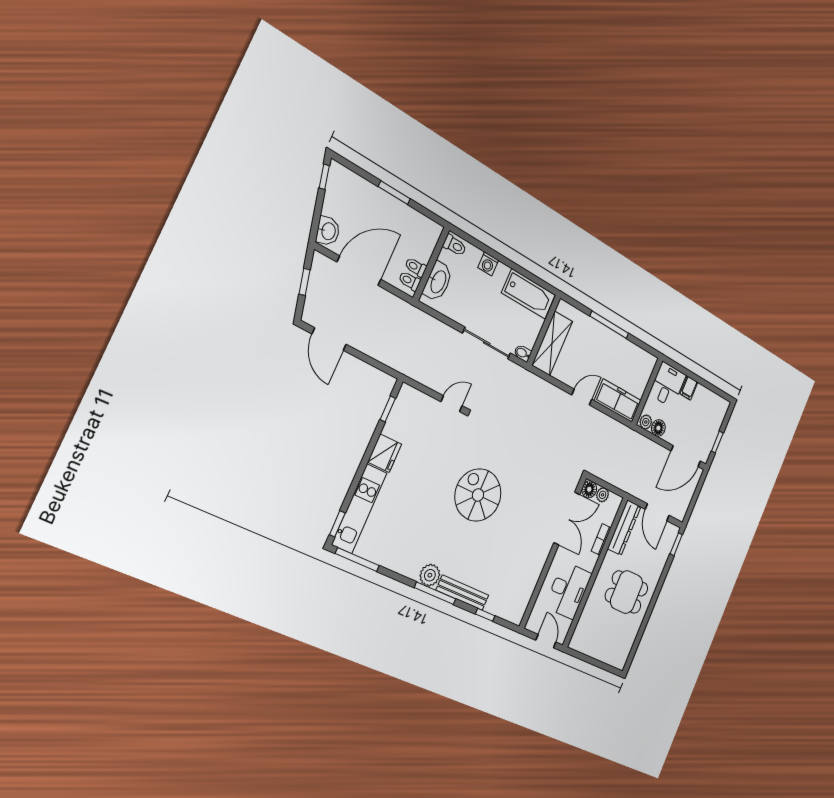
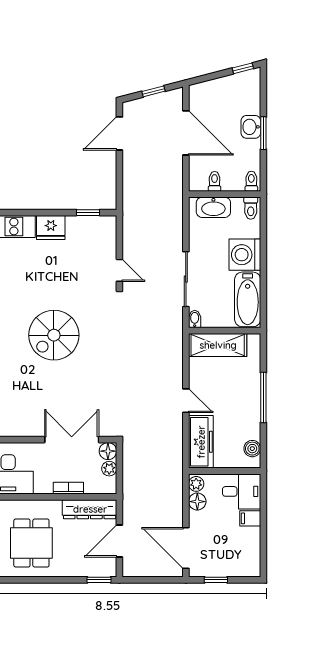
washbasin: (328, 231) -> (251, 127), moved, turned 104
washing machine: (488, 264) -> (245, 255), width x1.89, depth x1.89
toilet: (410, 281) -> (251, 181), moved
boiler: (642, 357) -> (252, 449), added
spiral stairs: (478, 495) -> (54, 335), turned 180
double door: (567, 519) -> (72, 440), swing flipped

